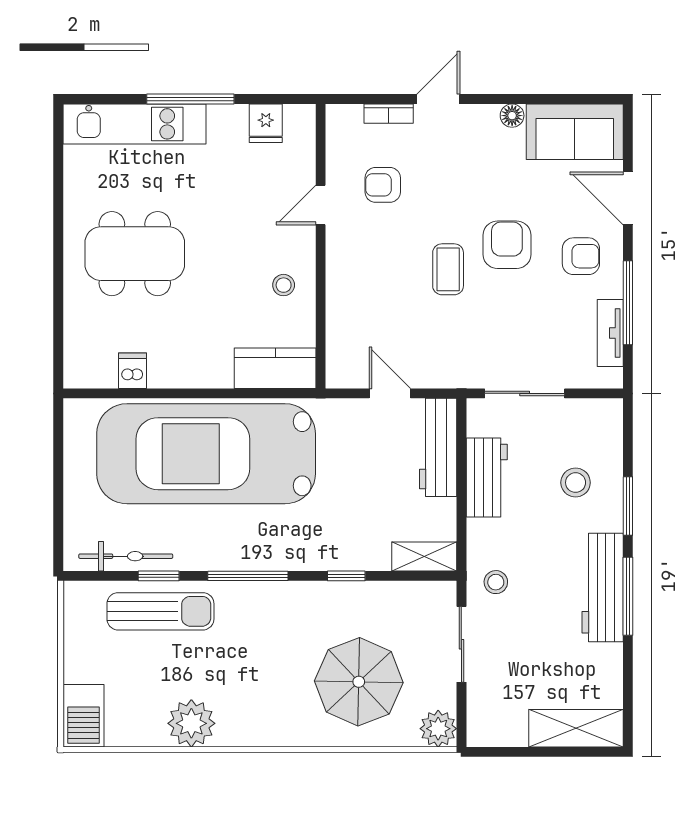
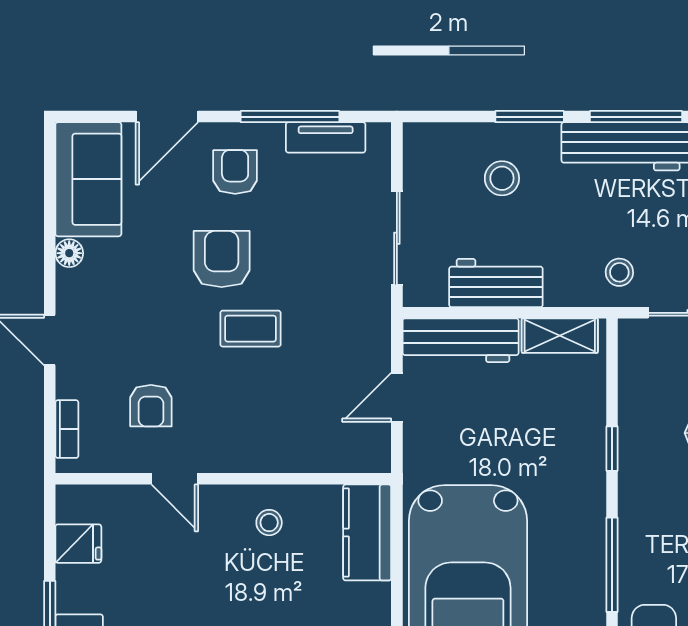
bookcase: (389, 114) -> (67, 429), moved
armchair: (507, 245) -> (222, 259), turned 90
shelving: (424, 556) -> (560, 336), moved, turned 90

